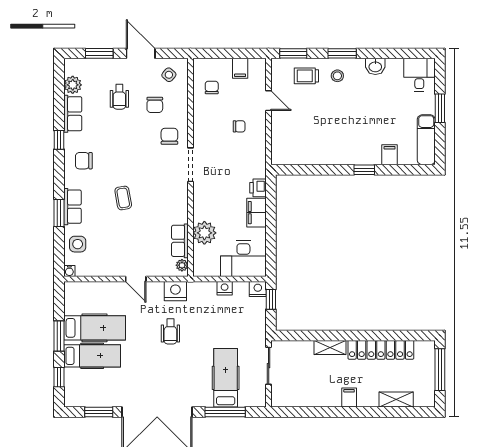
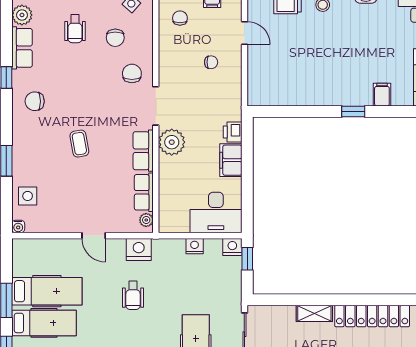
row of seats: (72, 207) -> (143, 151), moved, turned 180
plant: (204, 233) -> (172, 142), moved

